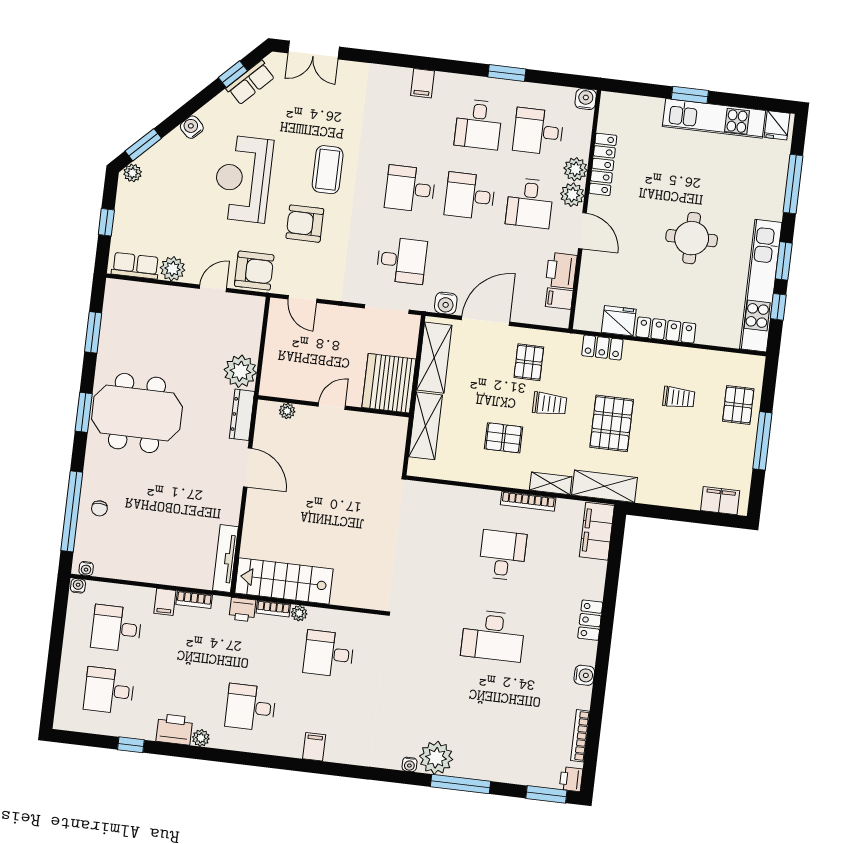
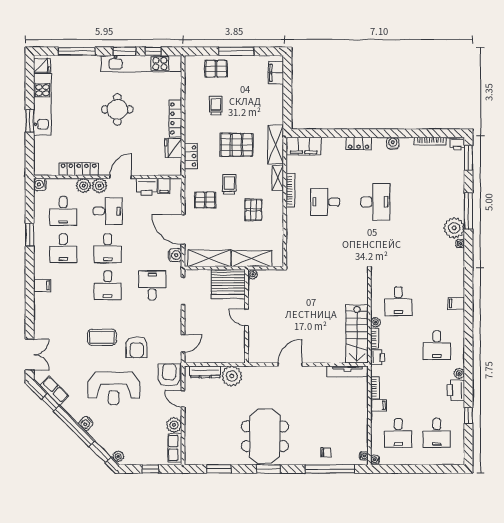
desk: (478, 124) -> (63, 248), turned 90
plant: (287, 411) -> (253, 274), moved
dresser: (242, 415) -> (205, 372), moved

